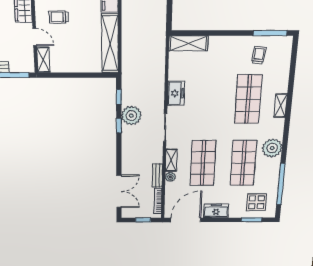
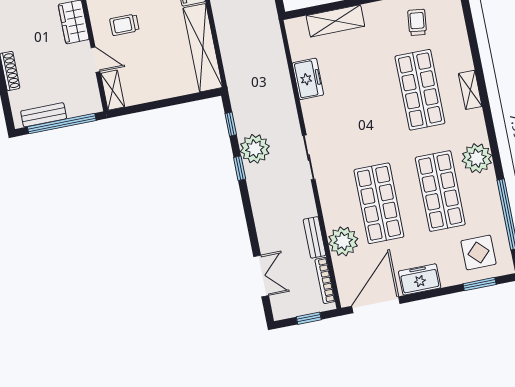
shelving: (188, 43) -> (335, 21), moved
freezer: (176, 93) -> (308, 79), moved
shelving: (171, 160) -> (330, 208), removed
plant: (170, 177) -> (343, 241), width x1.88, depth x1.88
double door: (119, 191) -> (261, 276), width x0.73

